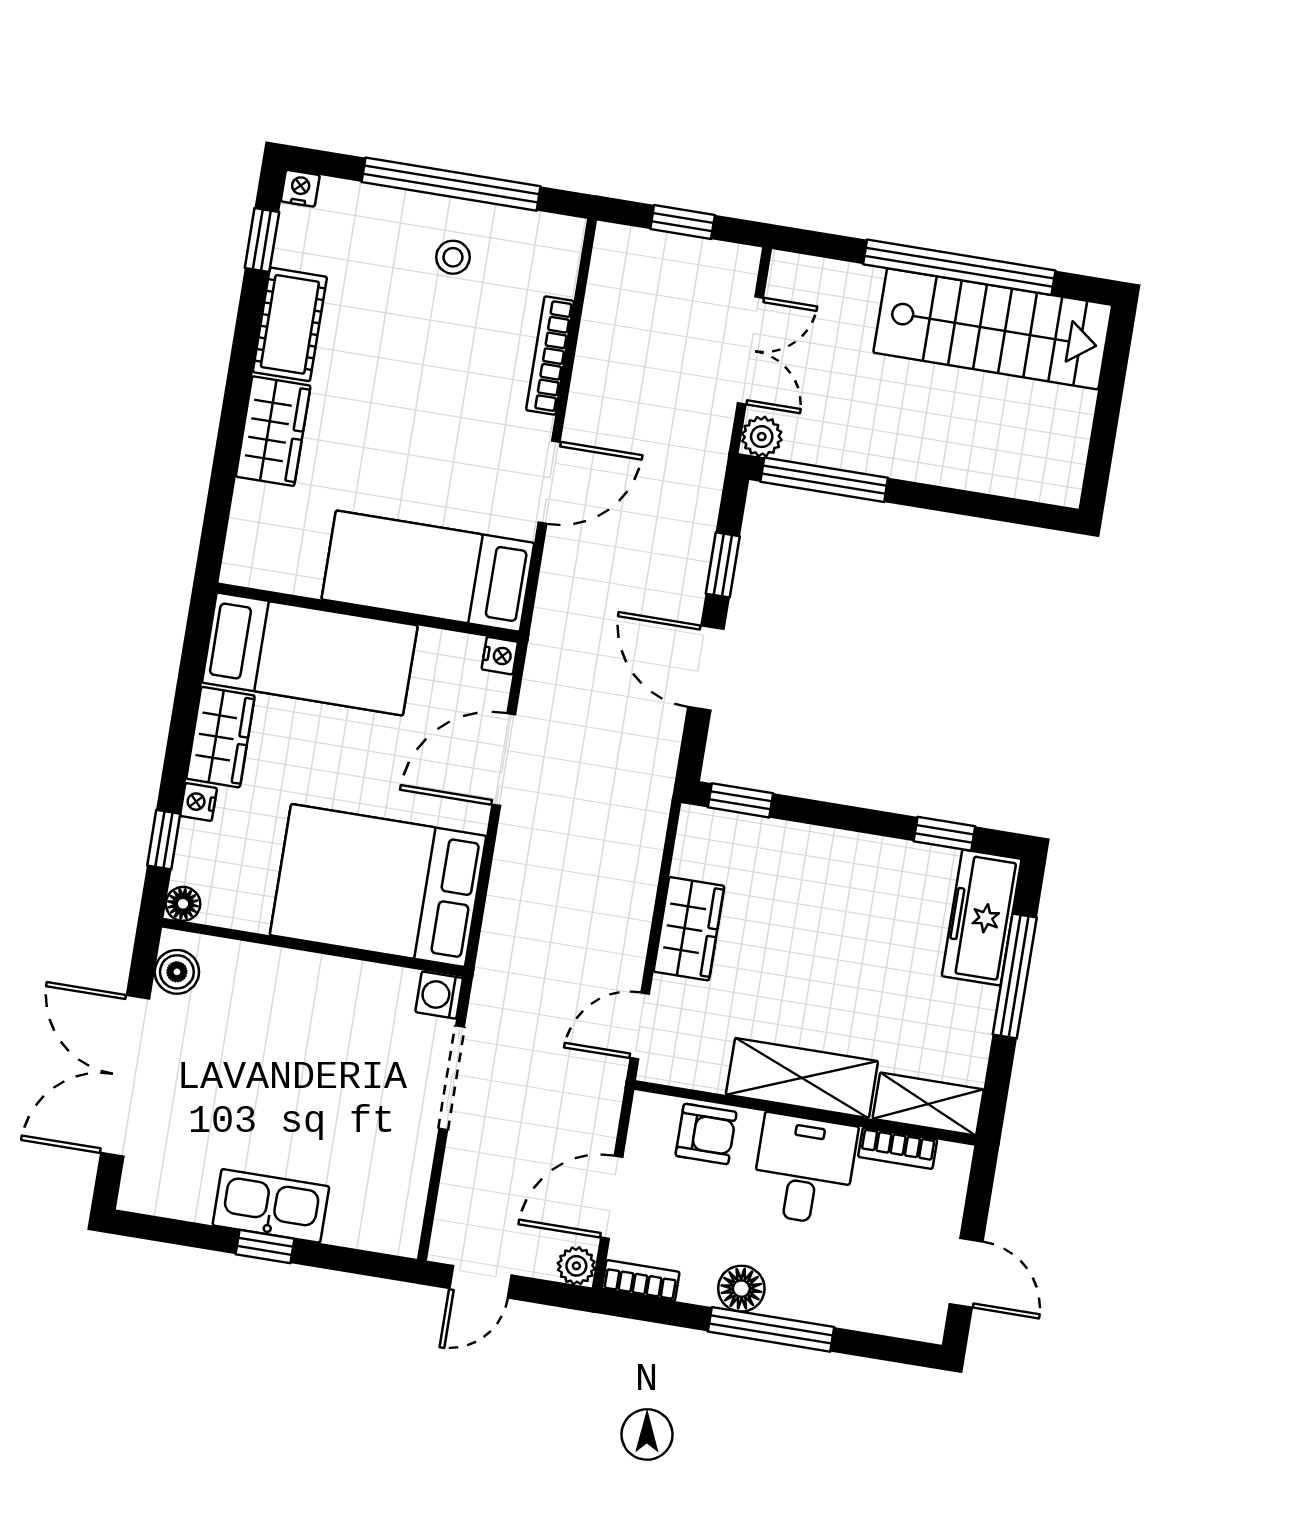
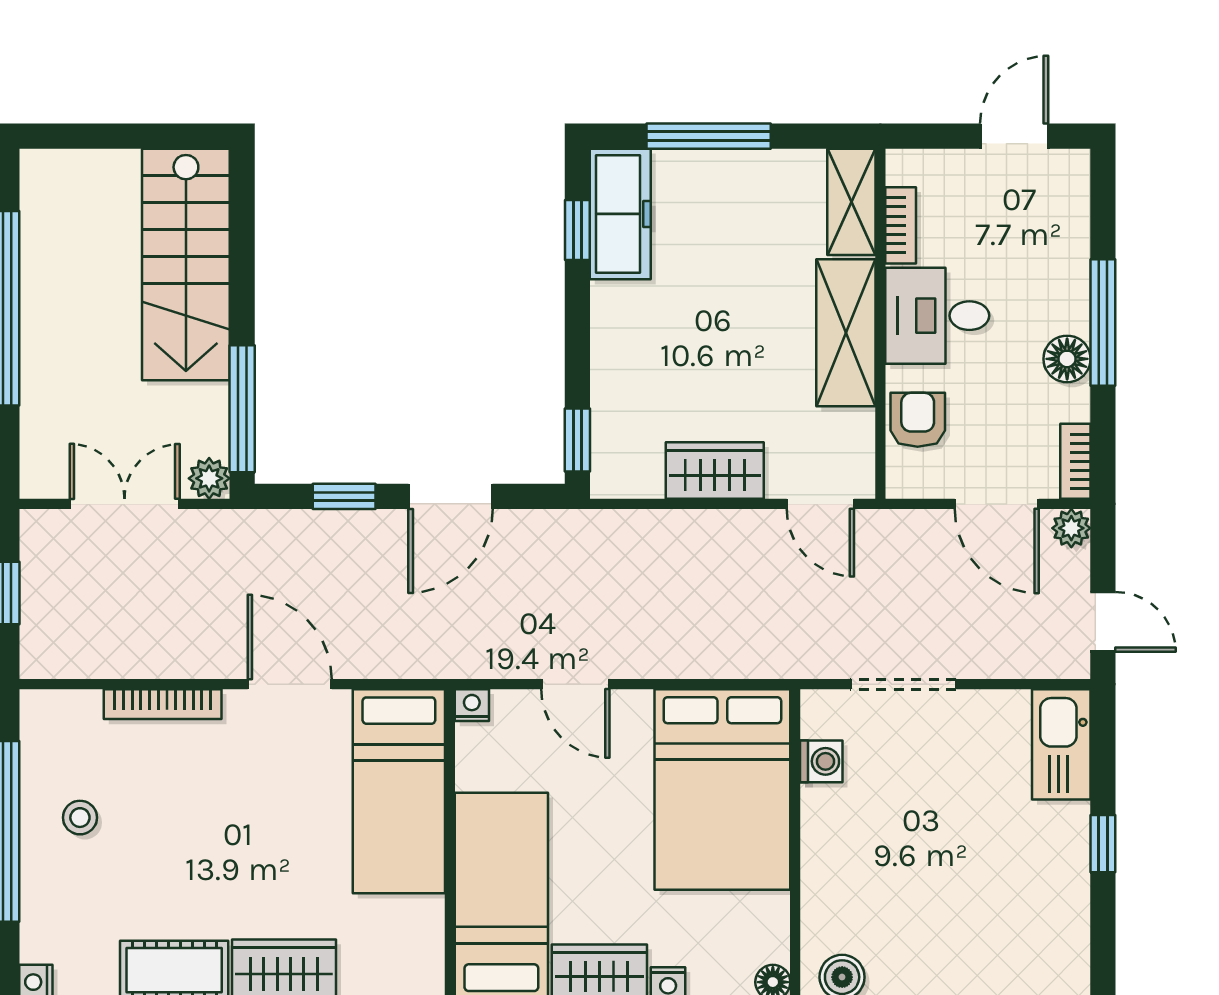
stairs: (993, 329) -> (186, 264), moved, turned 180
door: (504, 760) -> (575, 684), width x0.73
freezer: (982, 918) -> (620, 214), moved, turned -90
washing machine: (439, 995) -> (821, 761), moved, turned -90
kitchen sink: (271, 1206) -> (1061, 744), moved

